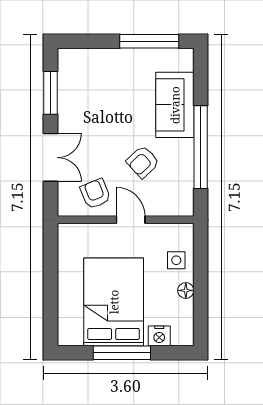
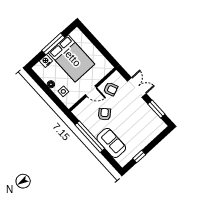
window: (149, 41) -> (139, 156), width x0.46
double door: (51, 157) -> (137, 87), swing flipped

